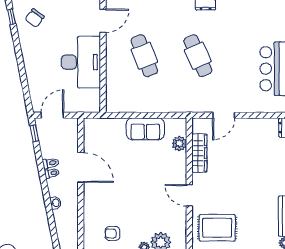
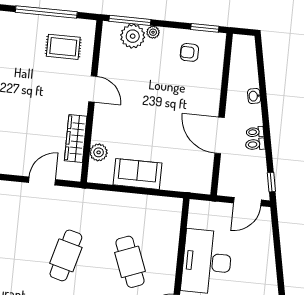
cafe table: (198, 56) -> (66, 255), turned 39
rug: (217, 228) -> (63, 47), width x0.73, depth x0.70
armchair: (113, 233) -> (189, 52), turned 180

